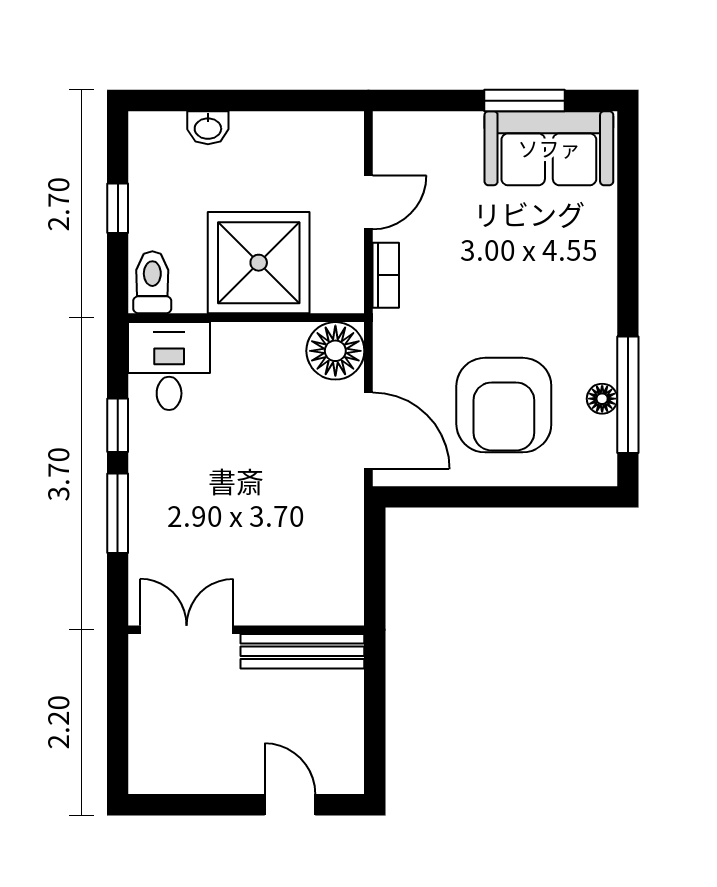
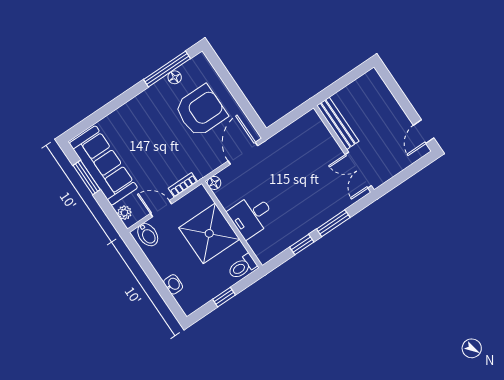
plant: (408, 127) -> (124, 213), added
bidet: (336, 143) -> (148, 235), added
sofa: (549, 148) -> (103, 165), width x1.36
floor lamp: (335, 351) -> (214, 183), width x0.53, depth x0.53
desk: (169, 366) -> (251, 216), moved
door: (290, 805) -> (424, 132), moved

